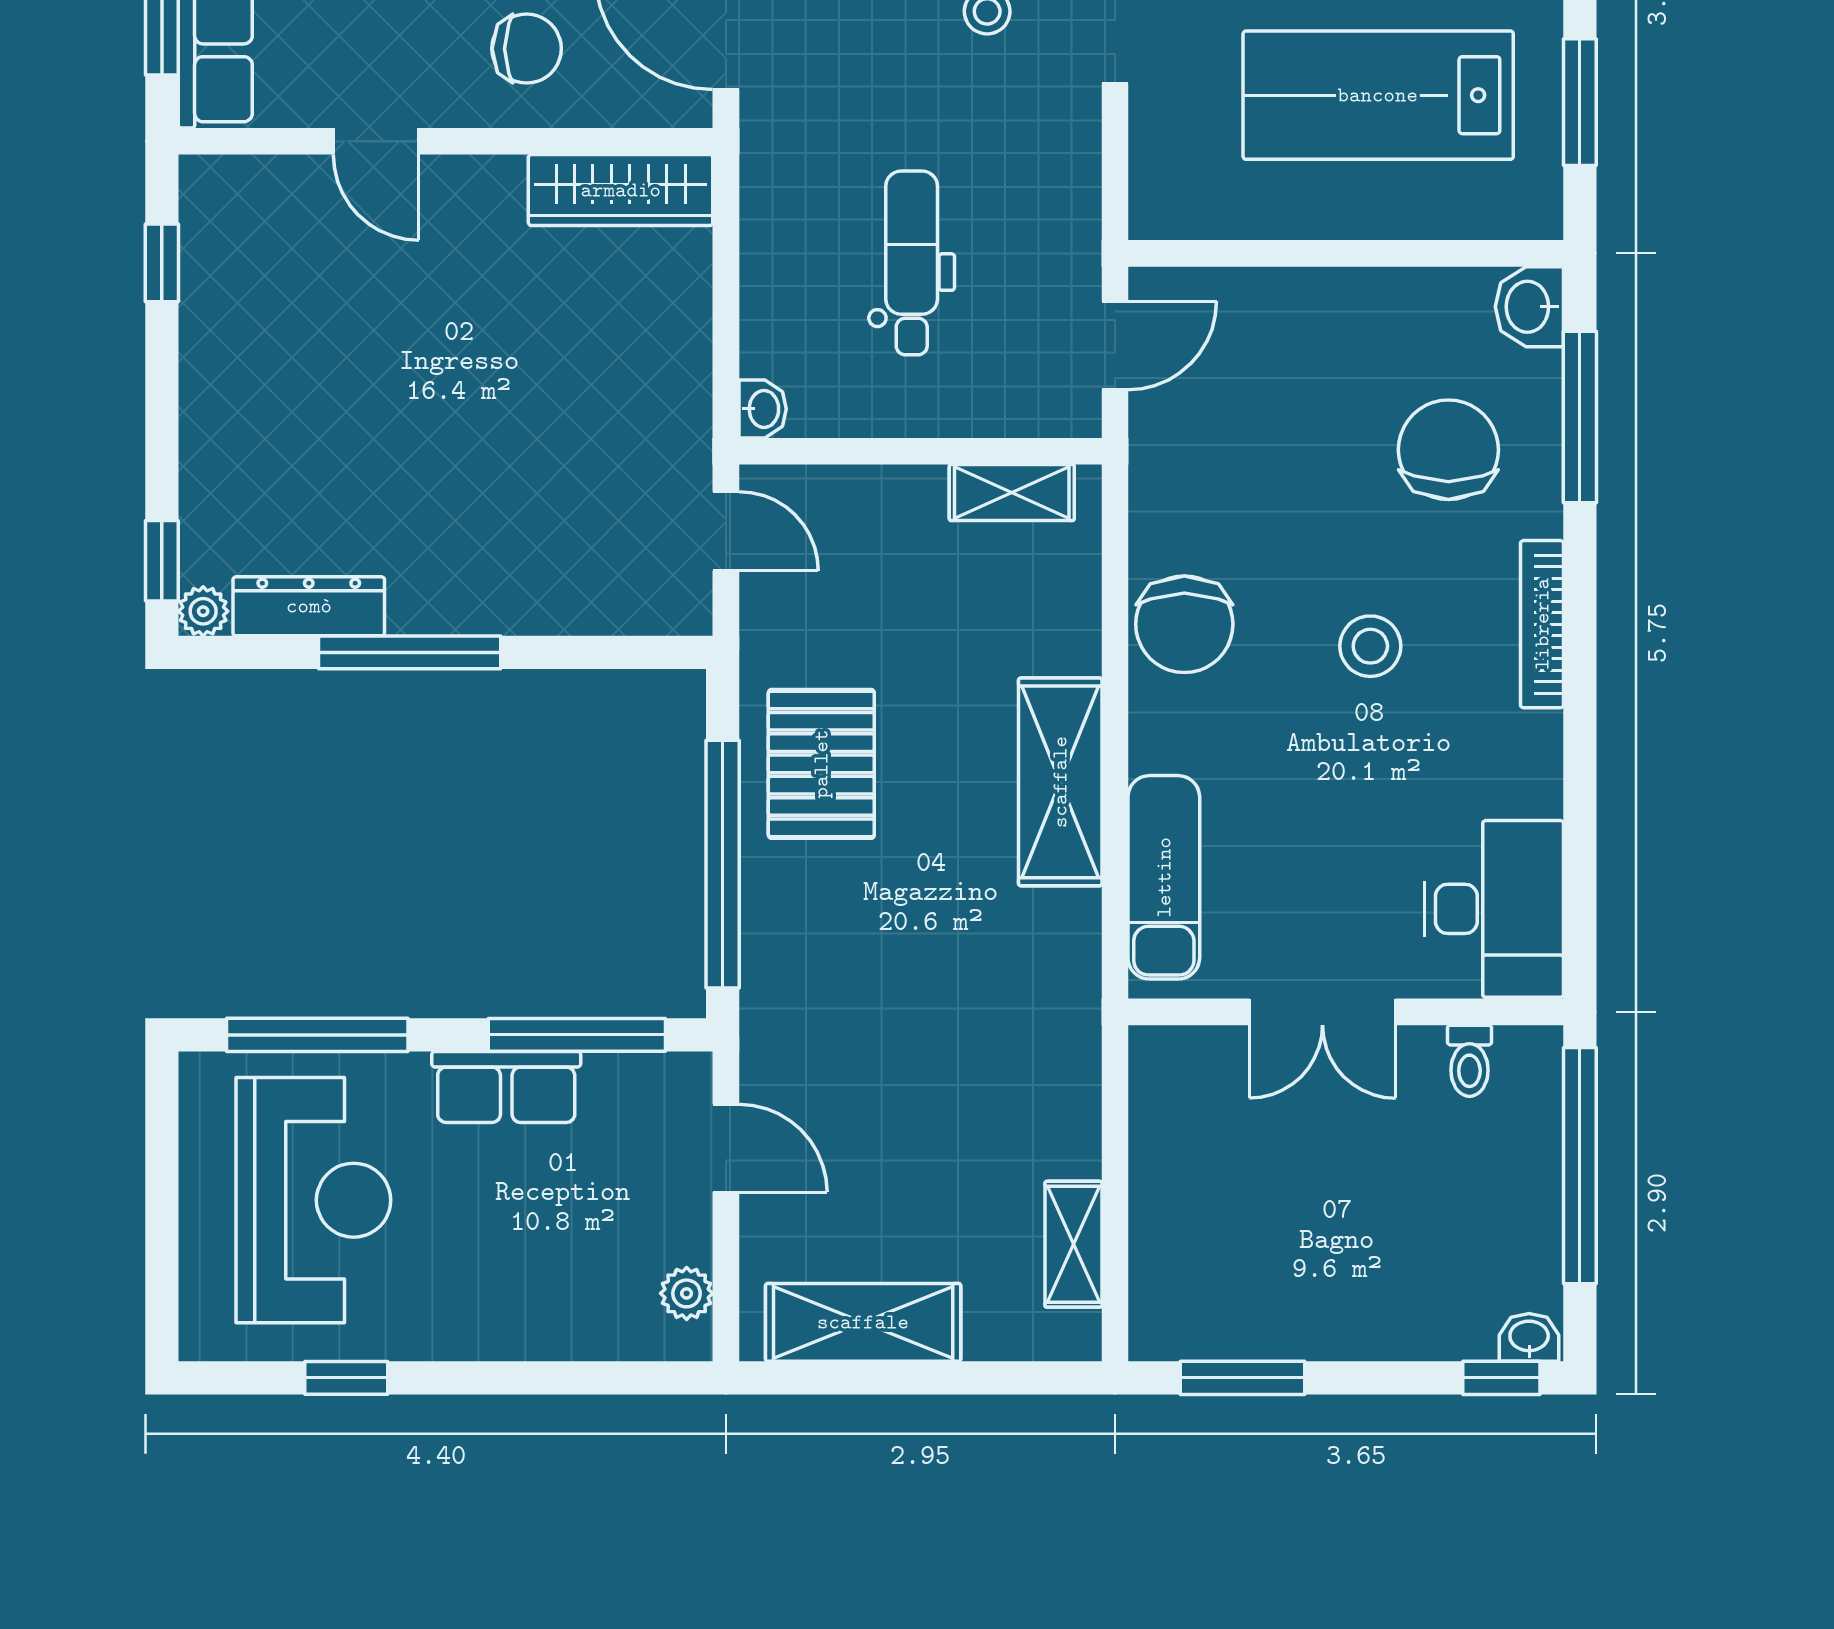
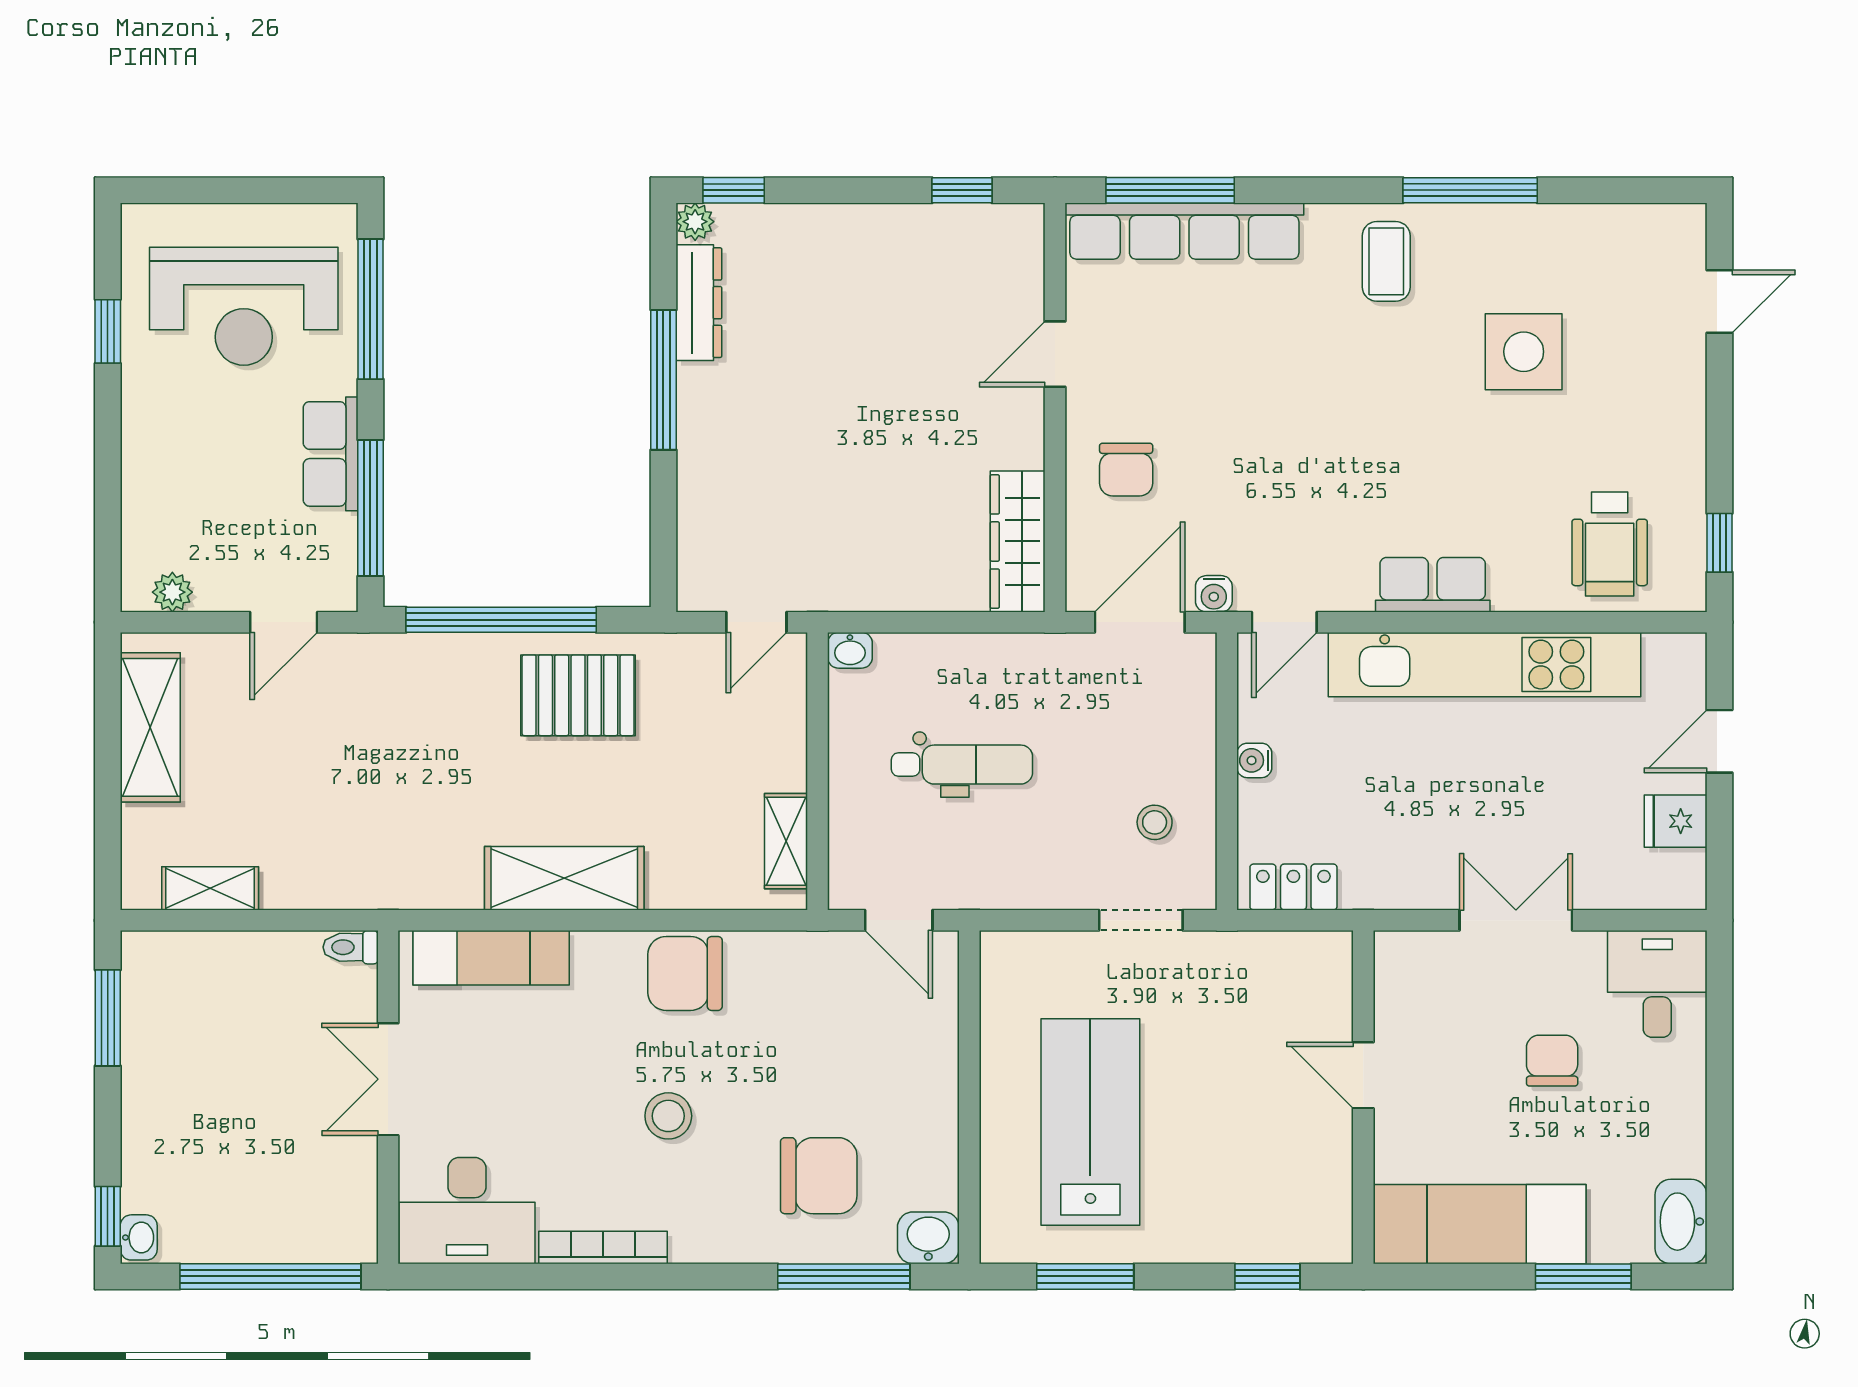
bookcase: (1542, 624) -> (603, 1247), moved
toilet: (1469, 1061) -> (351, 947), moved

